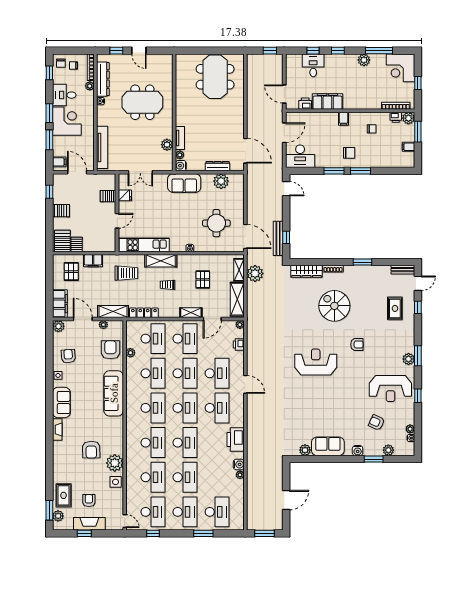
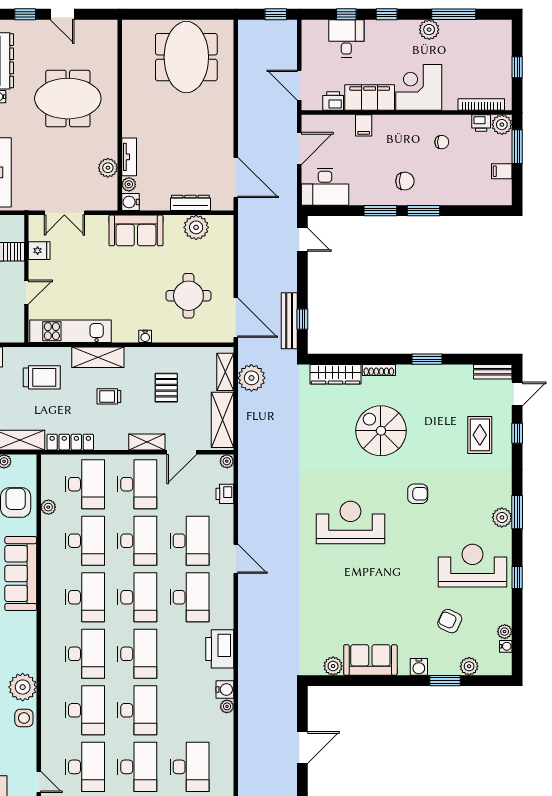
corner desk: (401, 68) -> (419, 87), moved, turned 90
filing cabinet: (344, 119) -> (364, 125), moved
reception desk: (390, 388) -> (472, 566), turned 180

